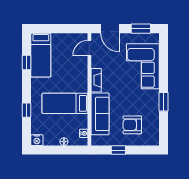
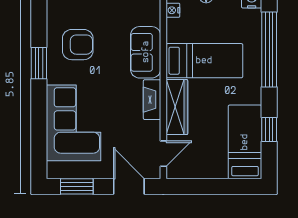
wardrobe: (81, 76) -> (177, 107), added
window: (26, 110) -> (269, 49), width x3.17
sofa: (100, 114) -> (146, 52), width x0.73
armchair: (132, 125) -> (78, 45), moved

